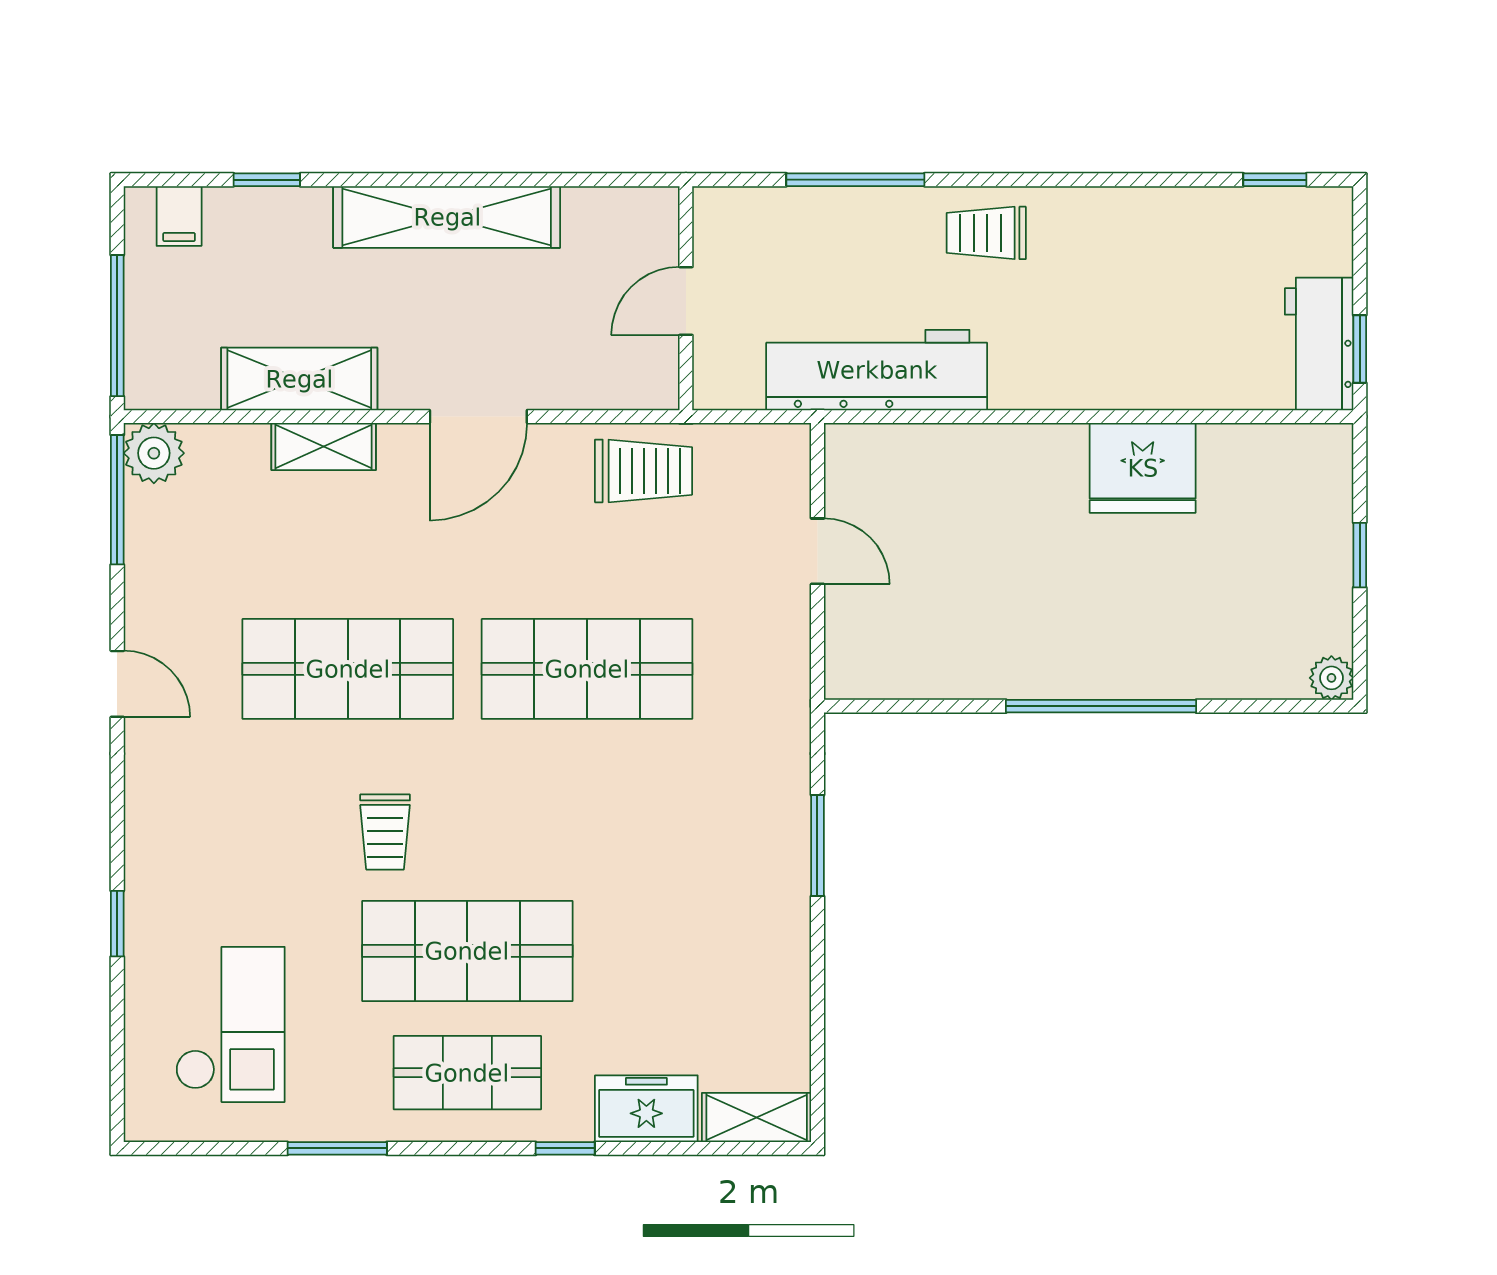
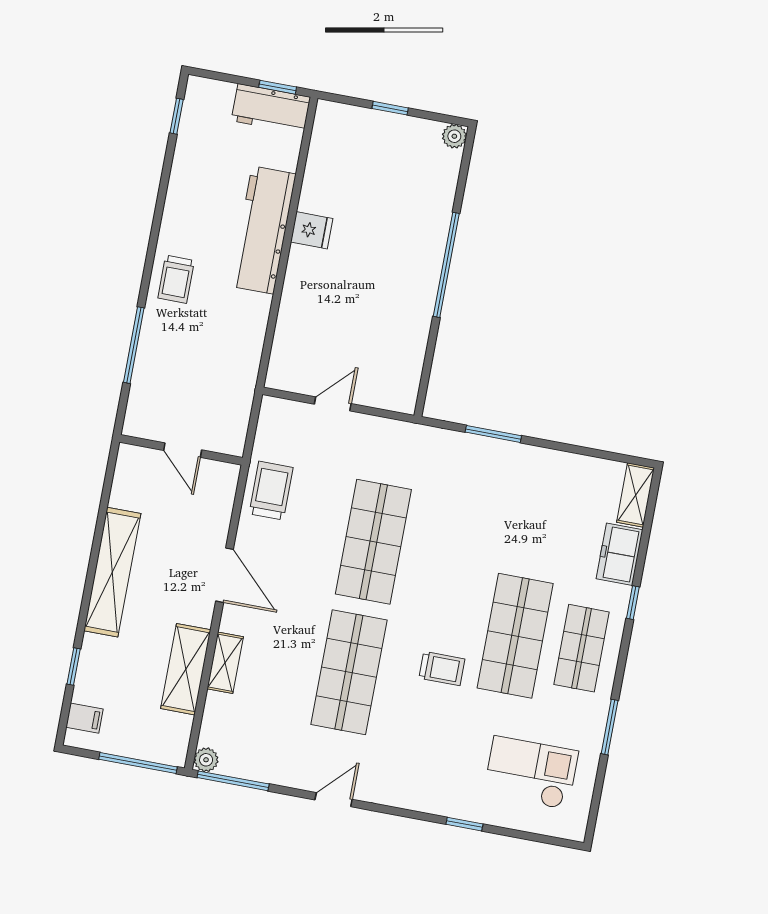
workbench: (877, 370) -> (263, 230), moved
plant: (154, 453) -> (206, 760), width x0.73, depth x0.73
fridge: (1143, 468) -> (312, 230), width x0.53, depth x0.75

